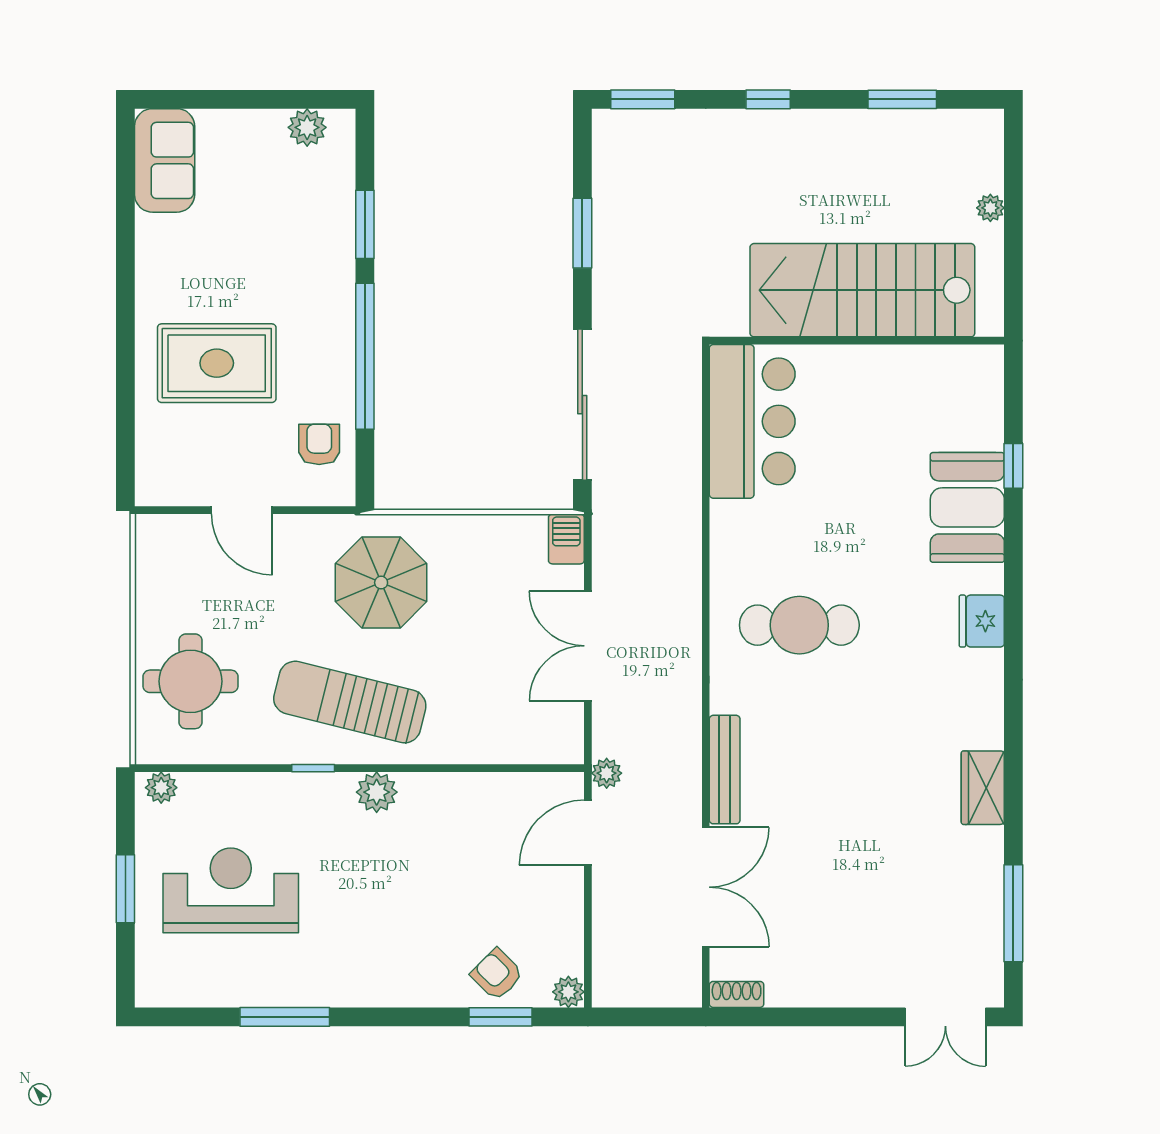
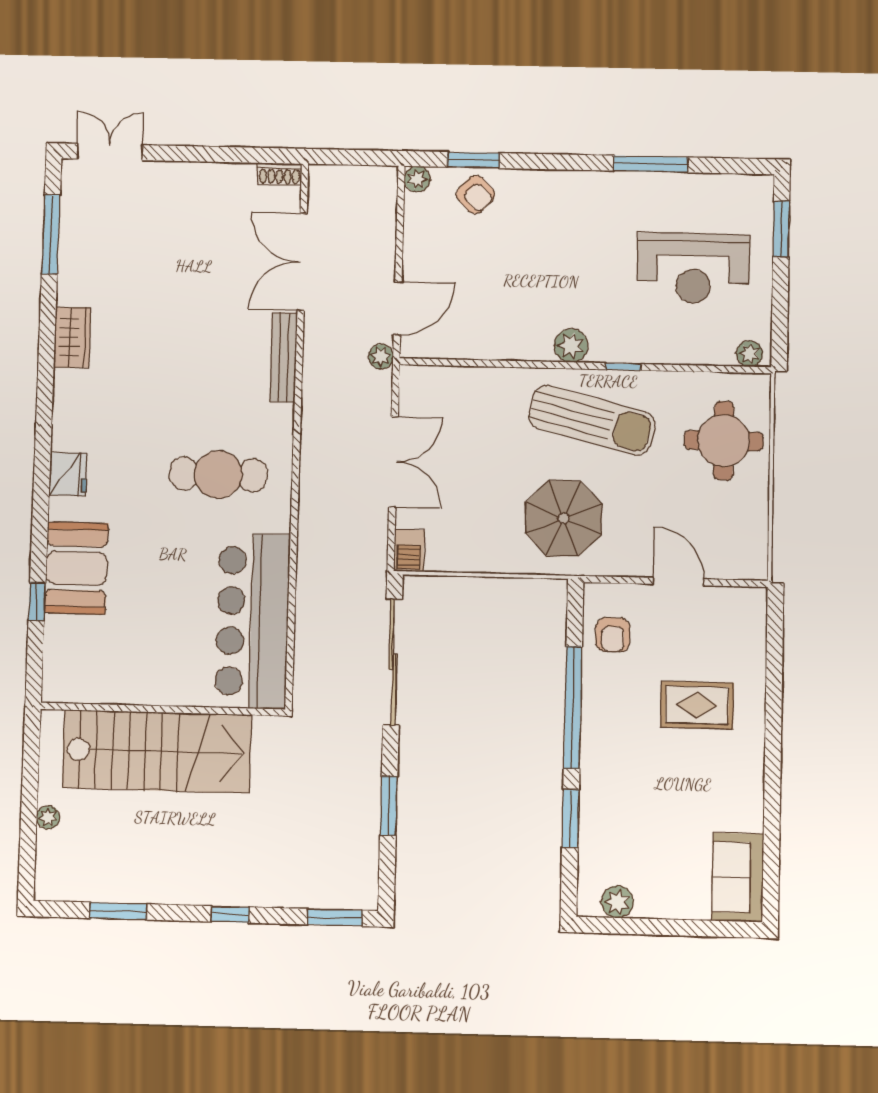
rug: (217, 363) -> (697, 705), width x0.73, depth x0.70
bar counter: (752, 421) -> (253, 621), width x1.36
window: (125, 889) -> (781, 229), moved

